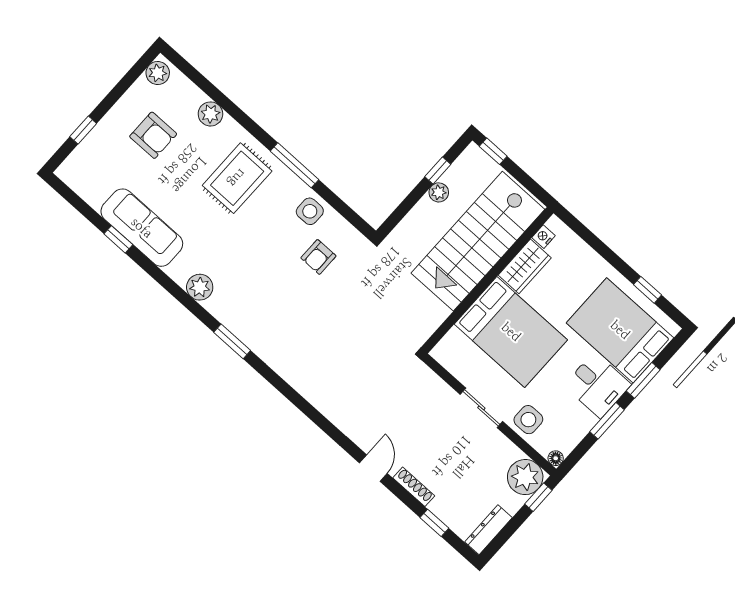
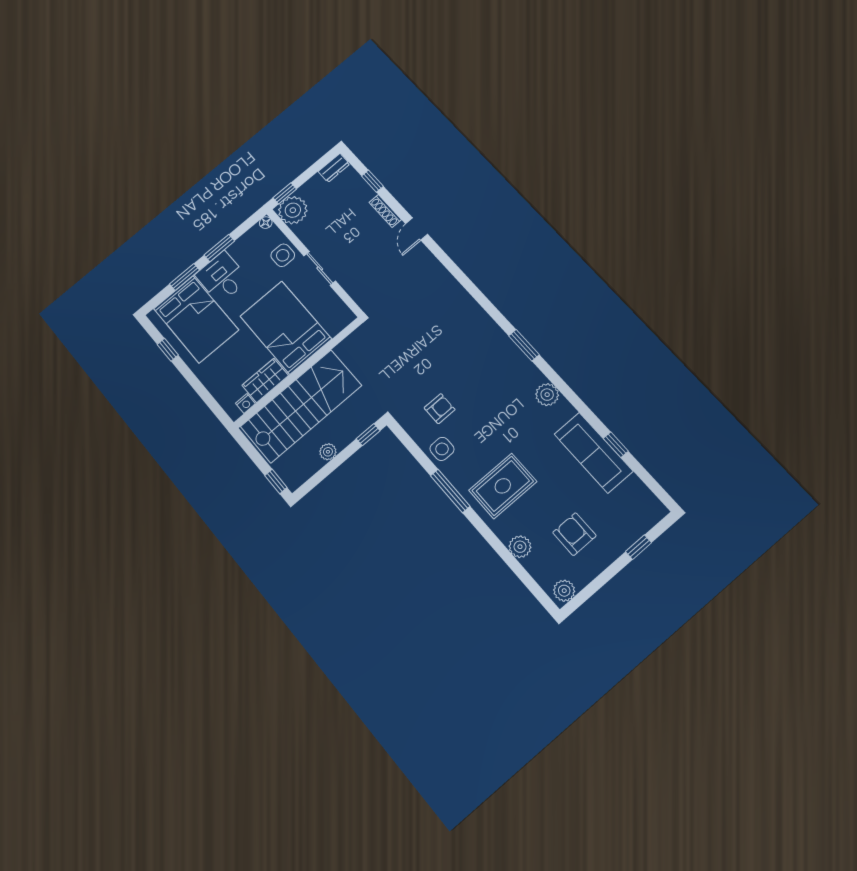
window: (438, 171) -> (368, 435), moved
dresser: (488, 530) -> (334, 168), width x0.70

